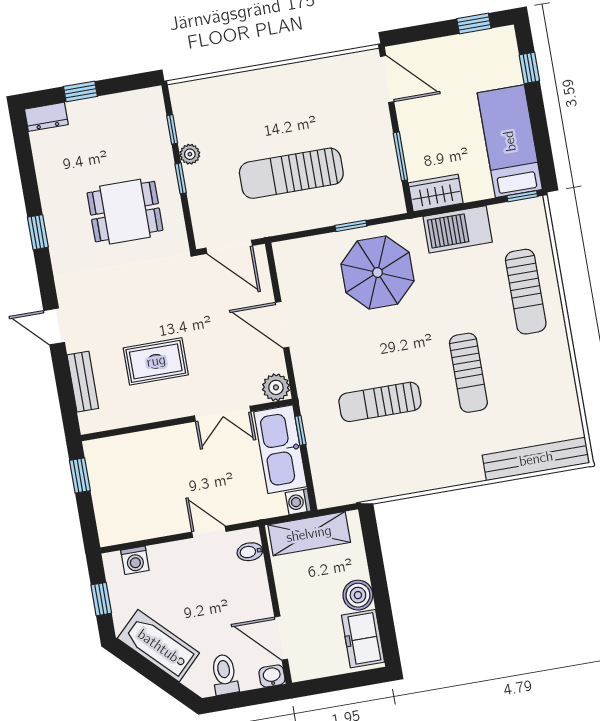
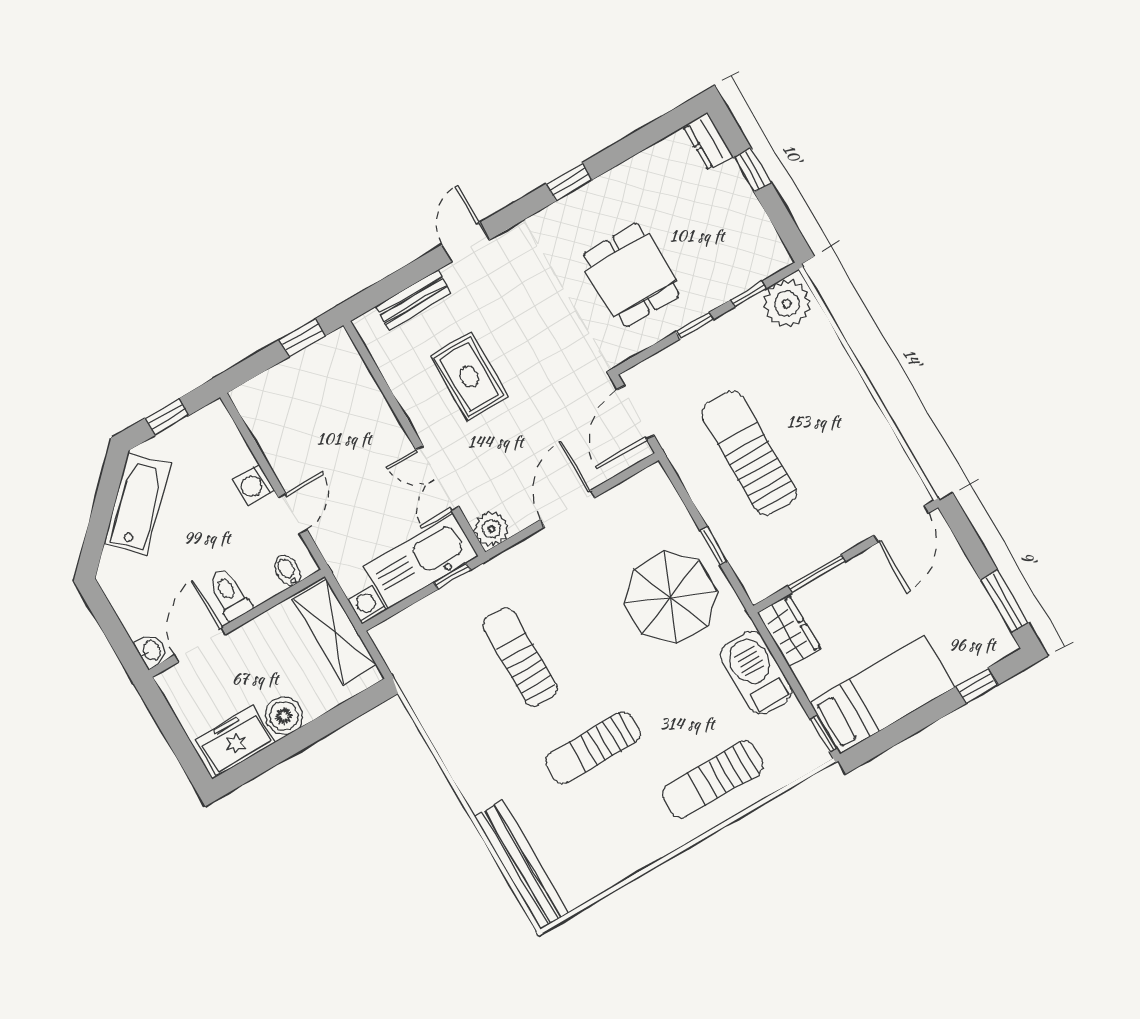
window: (474, 23) -> (1004, 601), width x1.50
plant: (190, 154) -> (787, 304), moved, width x1.87, depth x1.87
washing machine: (135, 560) -> (254, 485), moved
toilet: (225, 674) -> (229, 595), moved, turned -90

